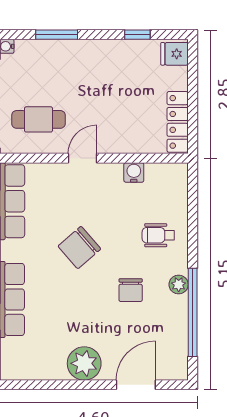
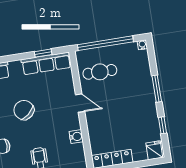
window: (57, 35) -> (157, 89), moved
cafe table: (38, 119) -> (100, 72), turned 90

